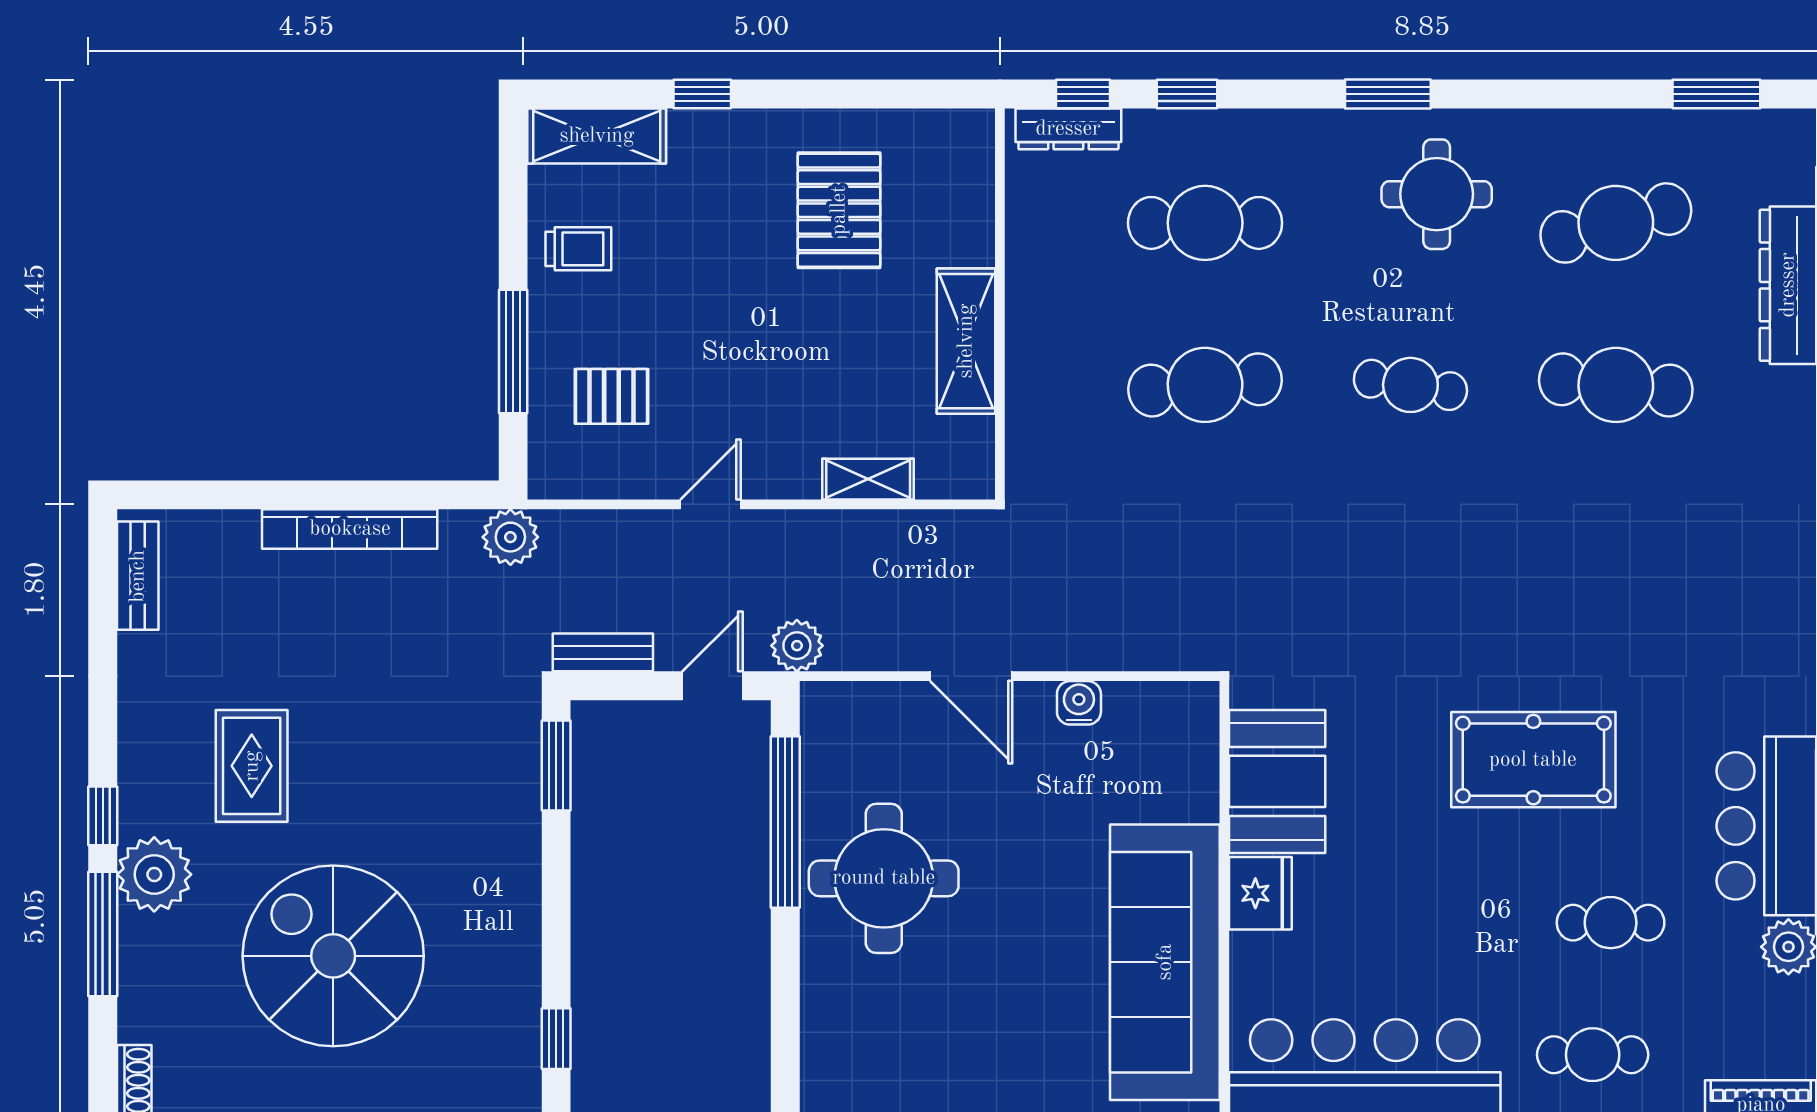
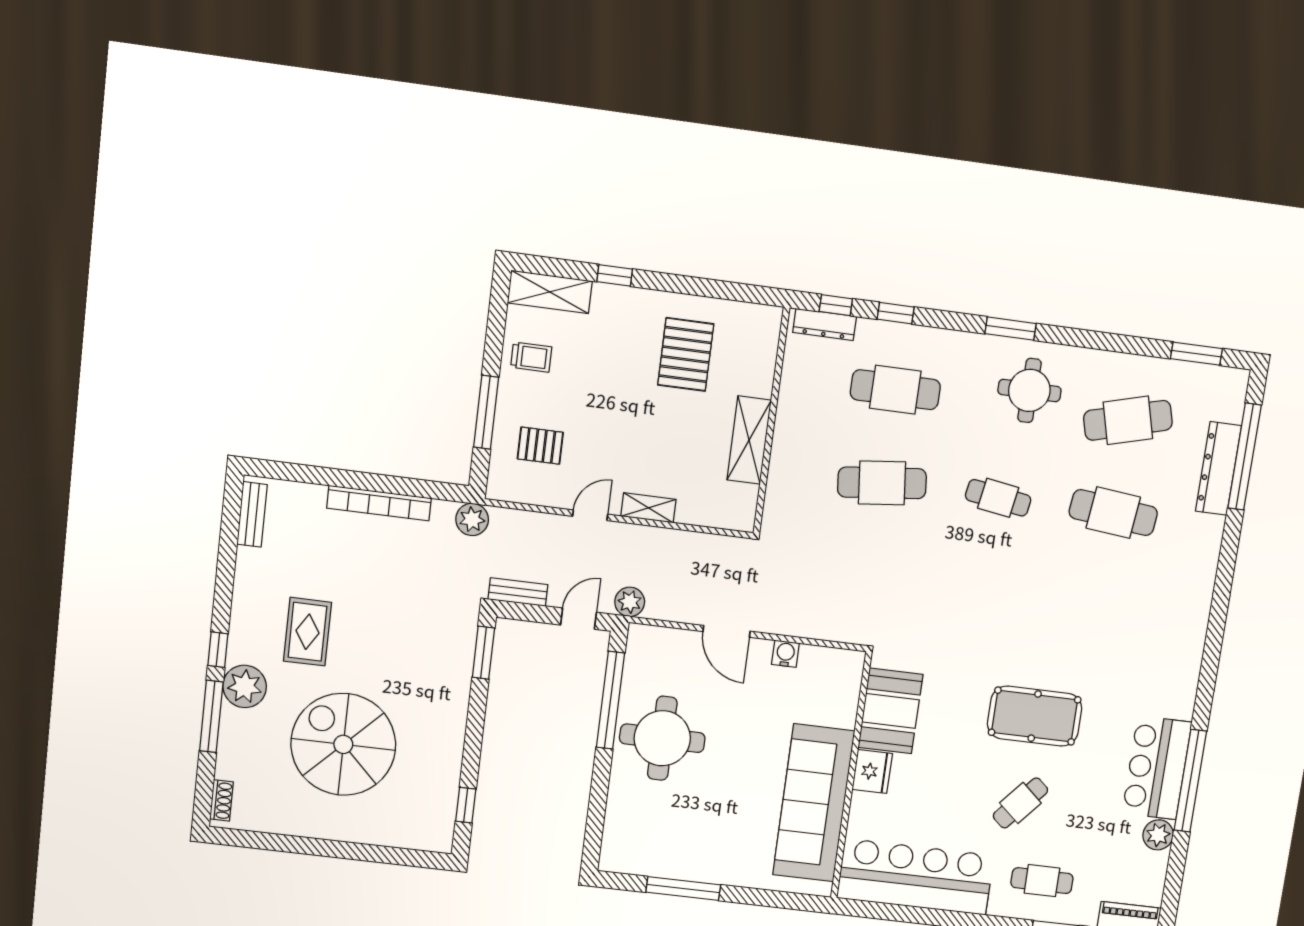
shelving: (868, 479) -> (648, 508), moved
cafe table: (1611, 923) -> (1020, 803), moved, turned -49

